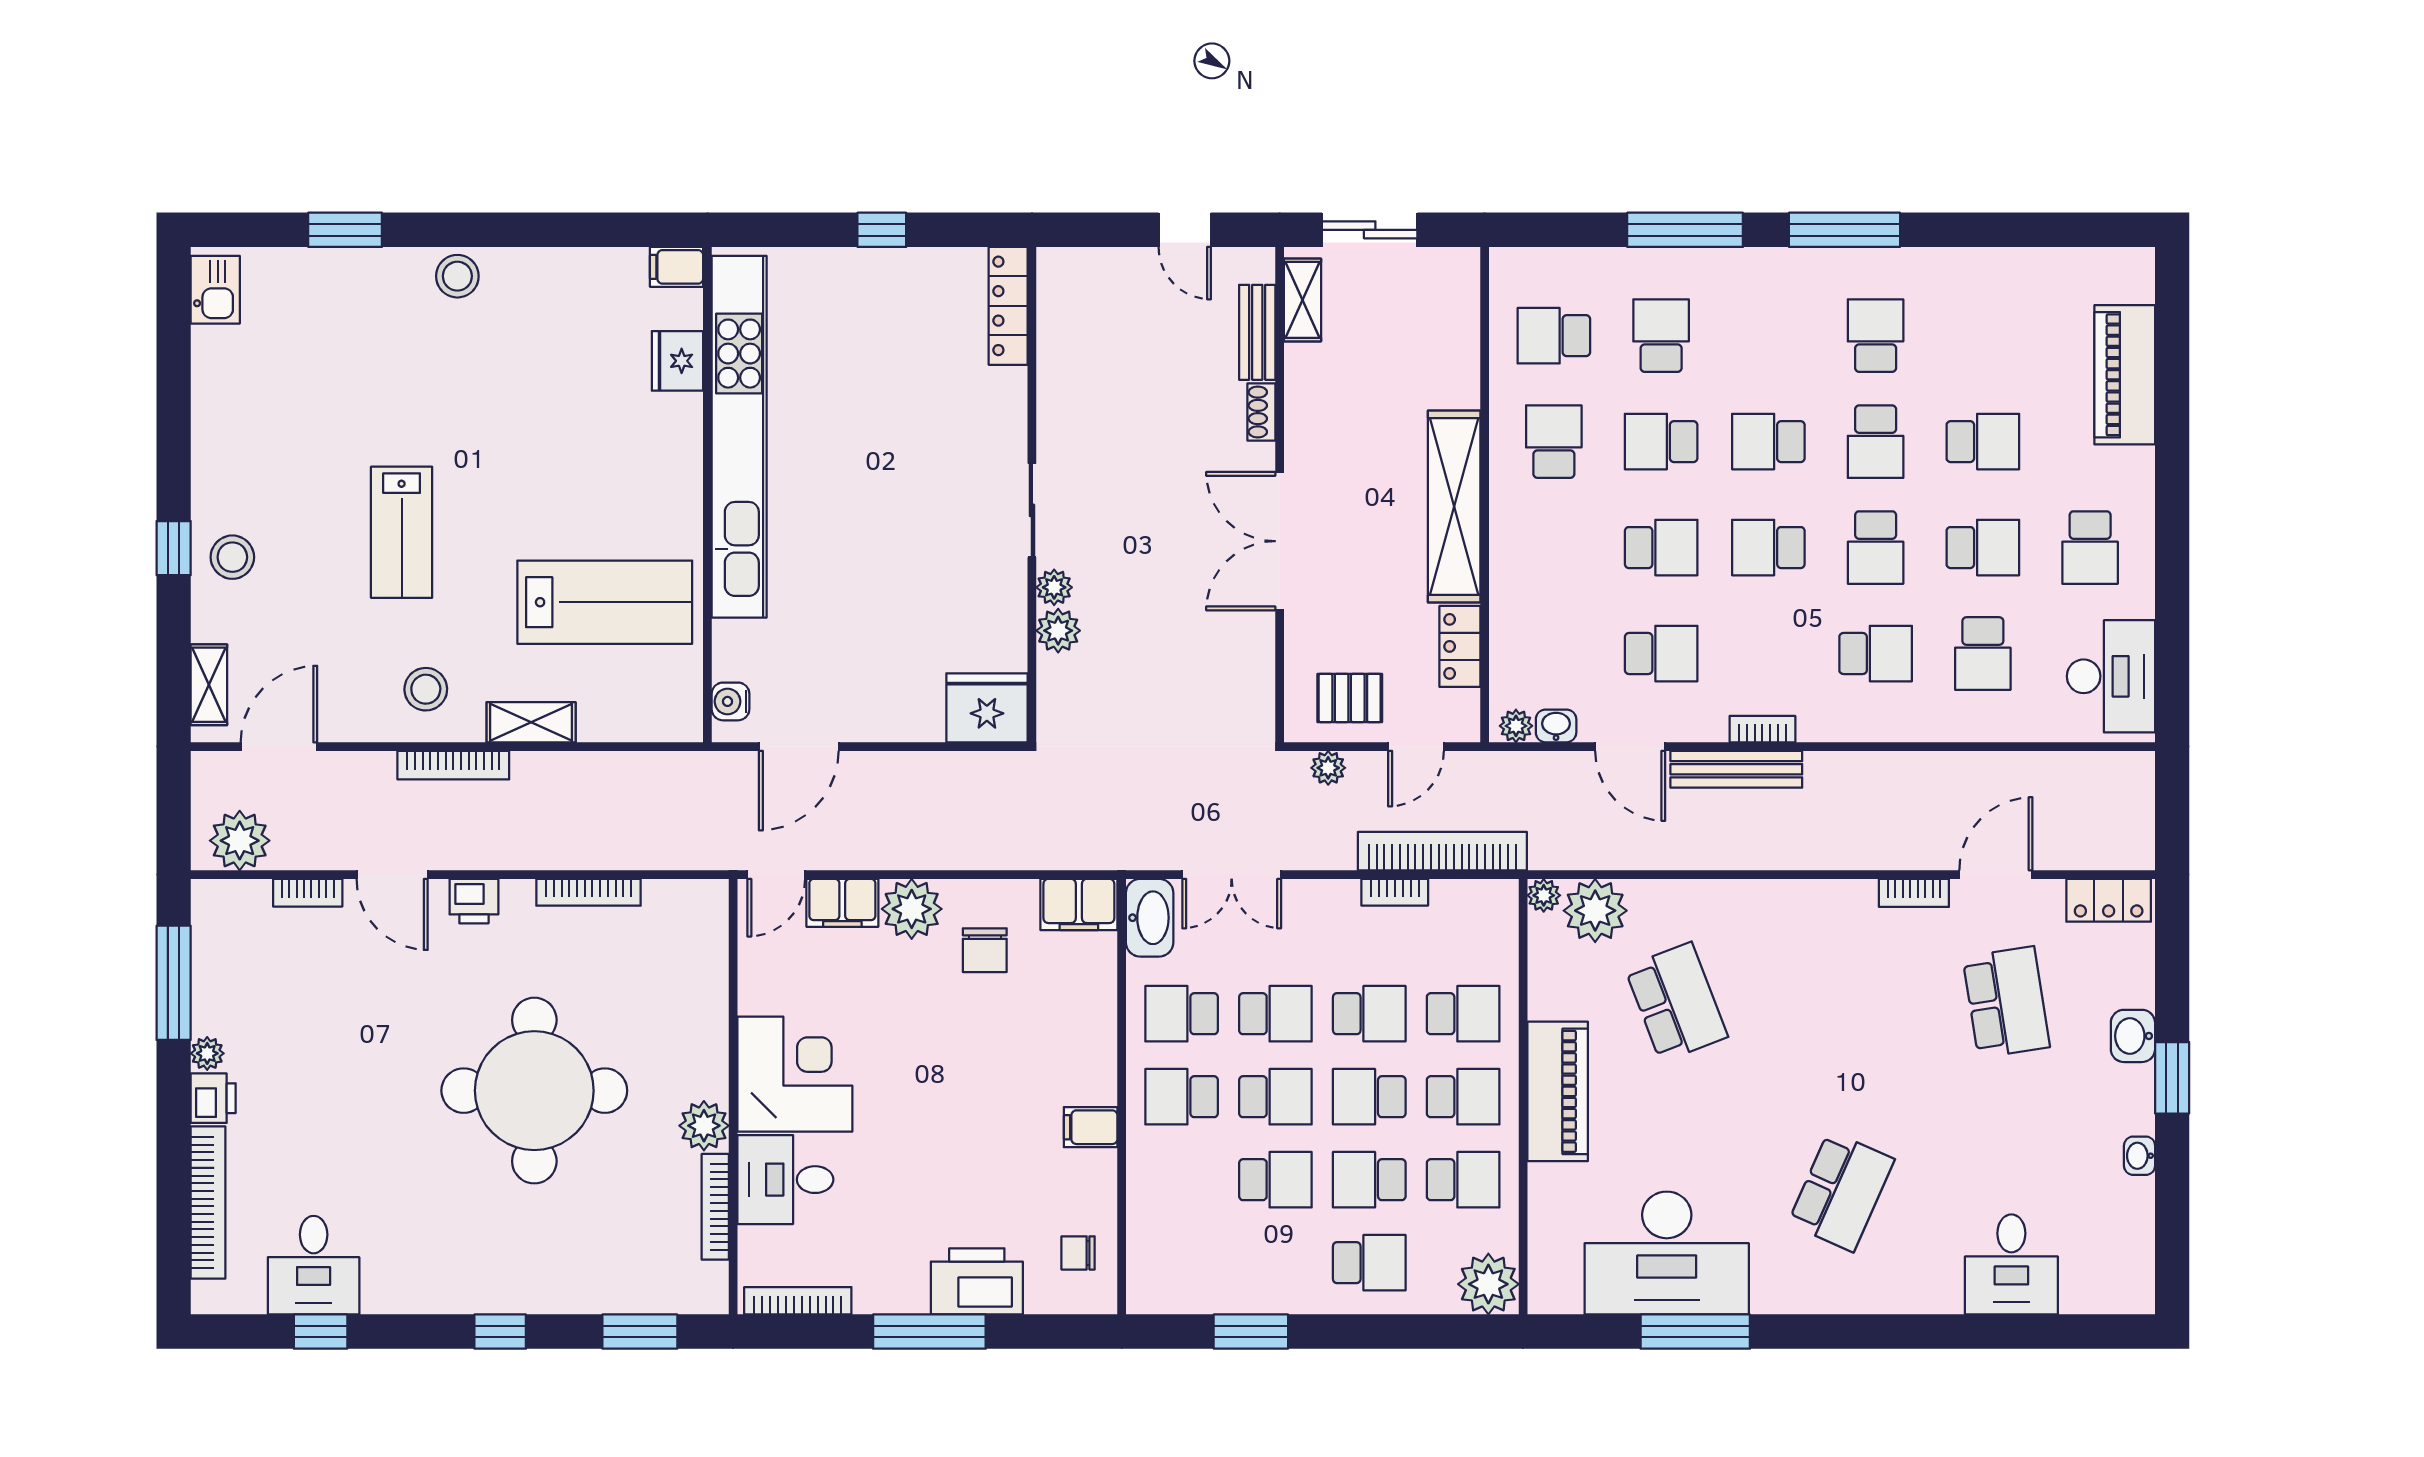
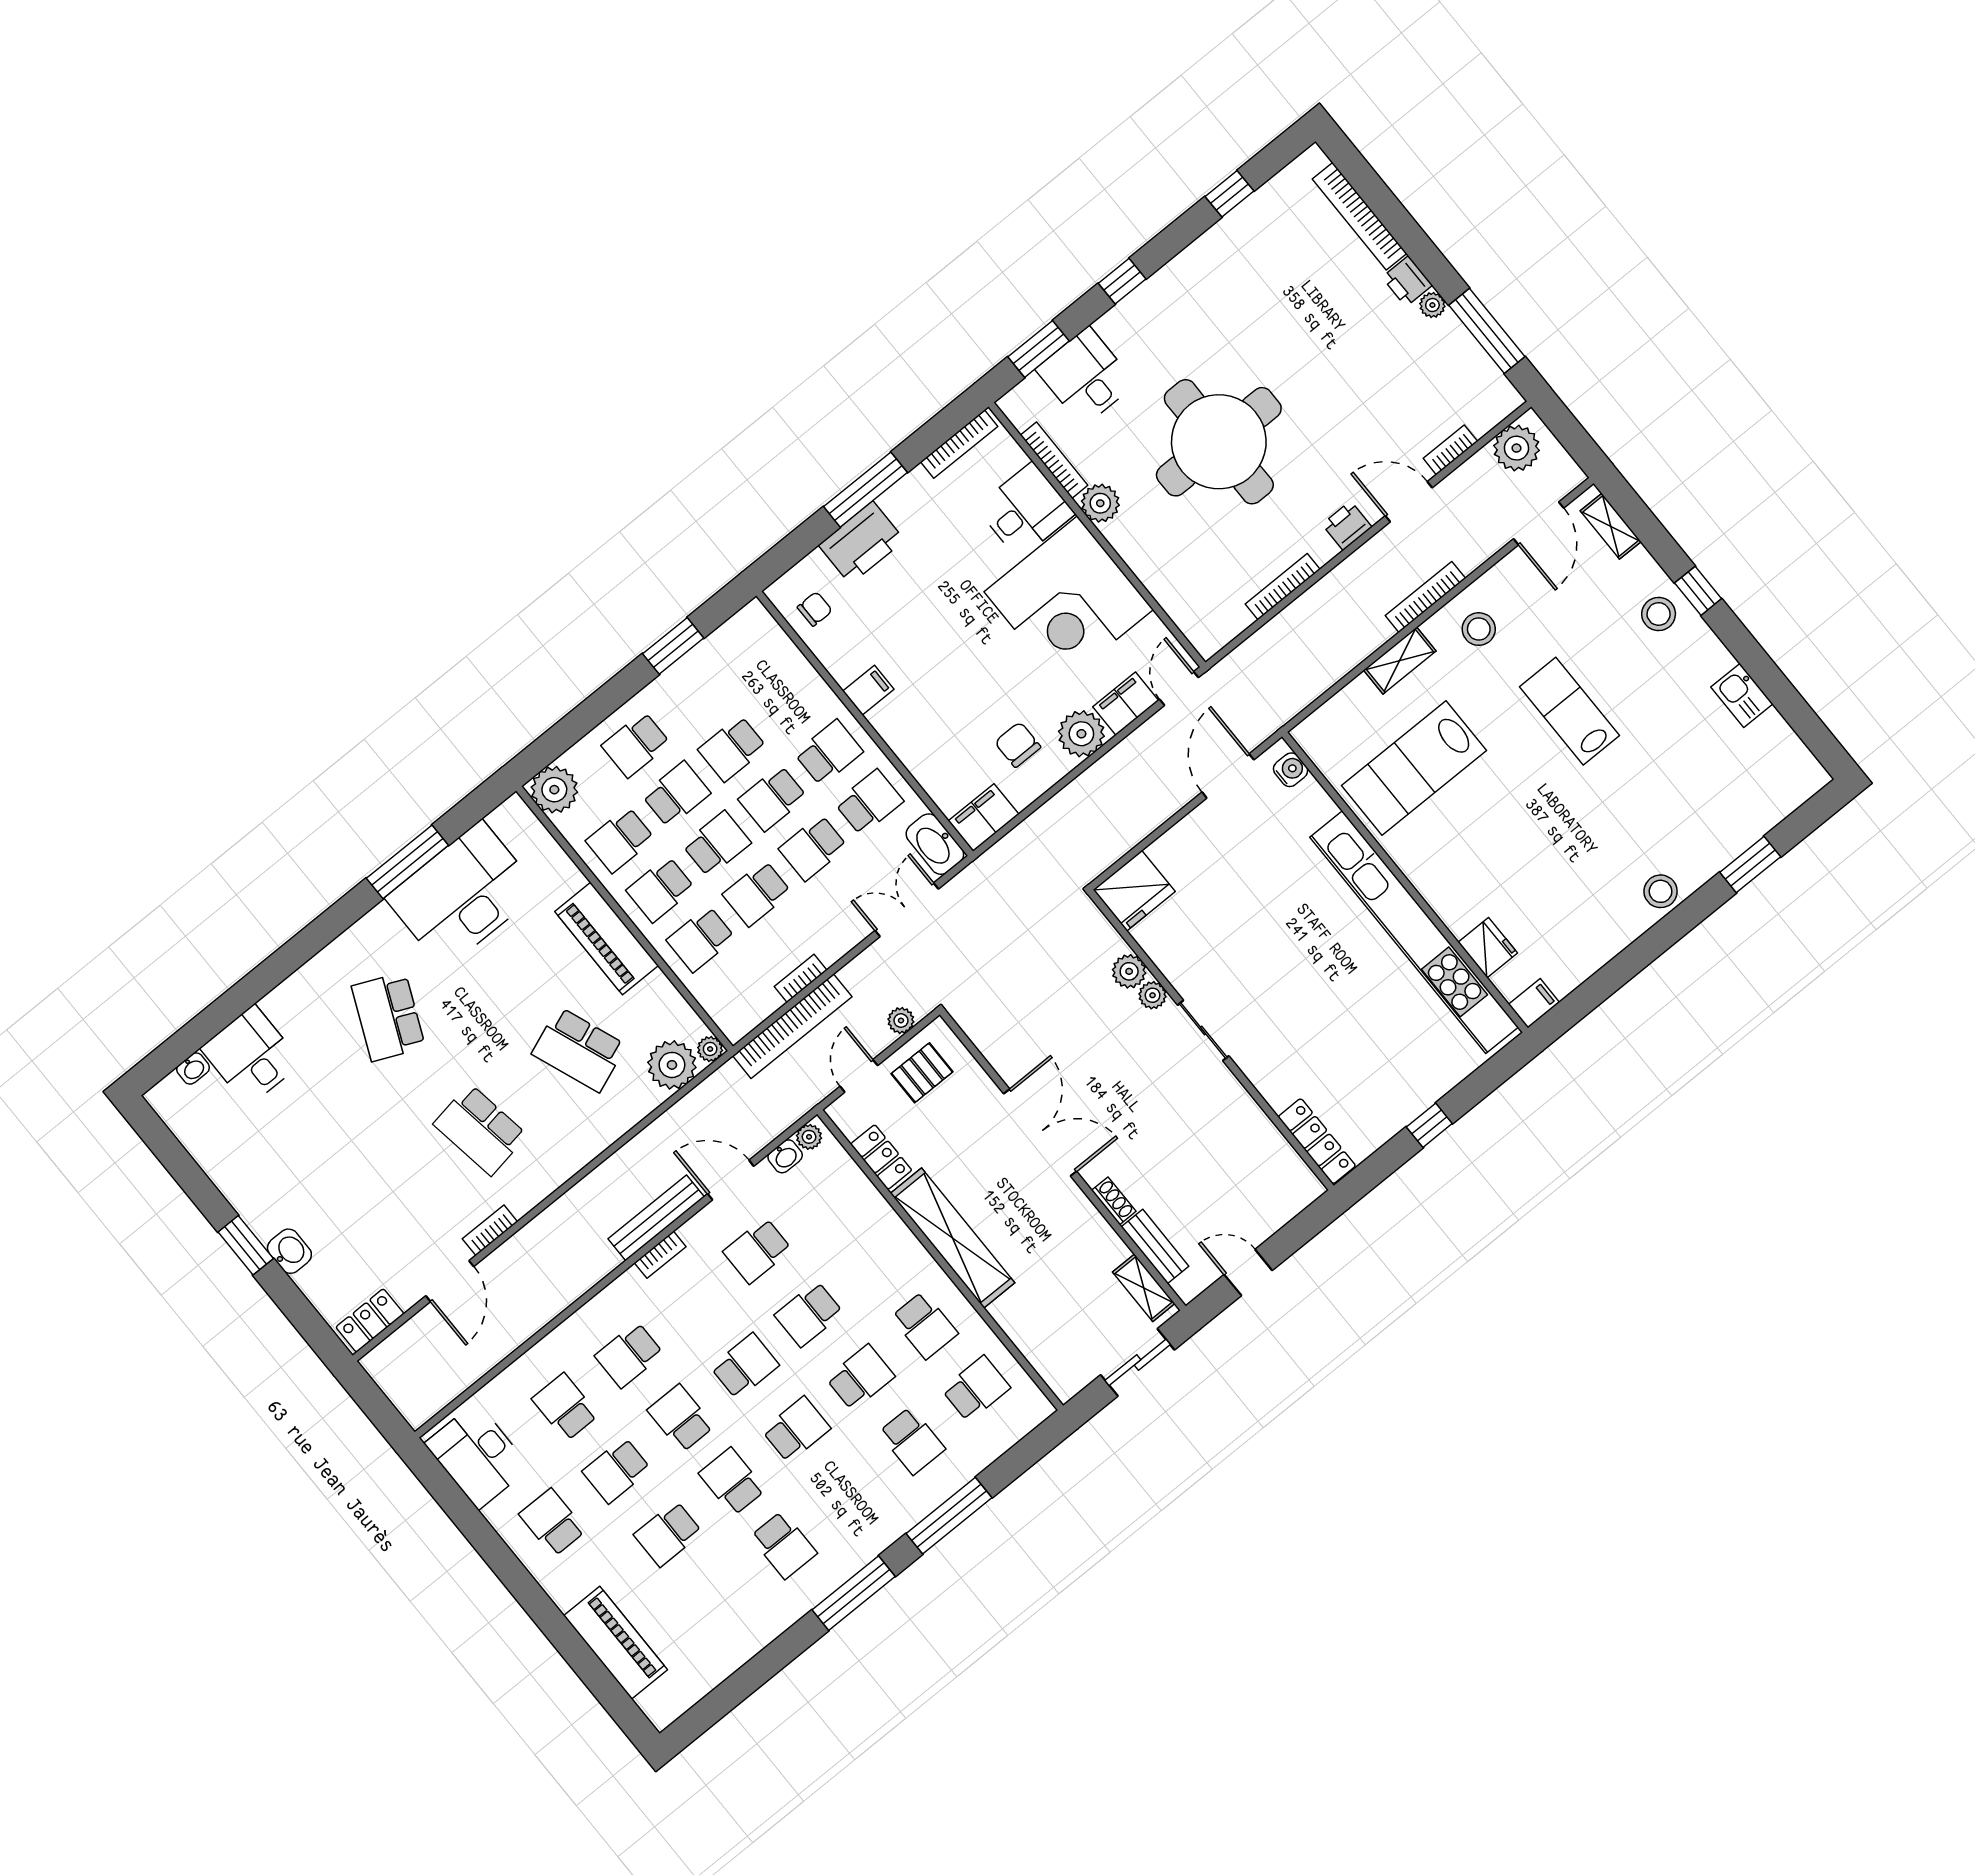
kitchen sink: (215, 290) -> (1742, 695), moved
school desk: (2006, 1002) -> (480, 1130), moved
corner desk: (795, 1074) -> (1069, 601), width x1.36, depth x1.36
washbasin: (2140, 1156) -> (193, 1068), moved, turned 90
desk: (314, 1265) -> (1086, 377), moved

